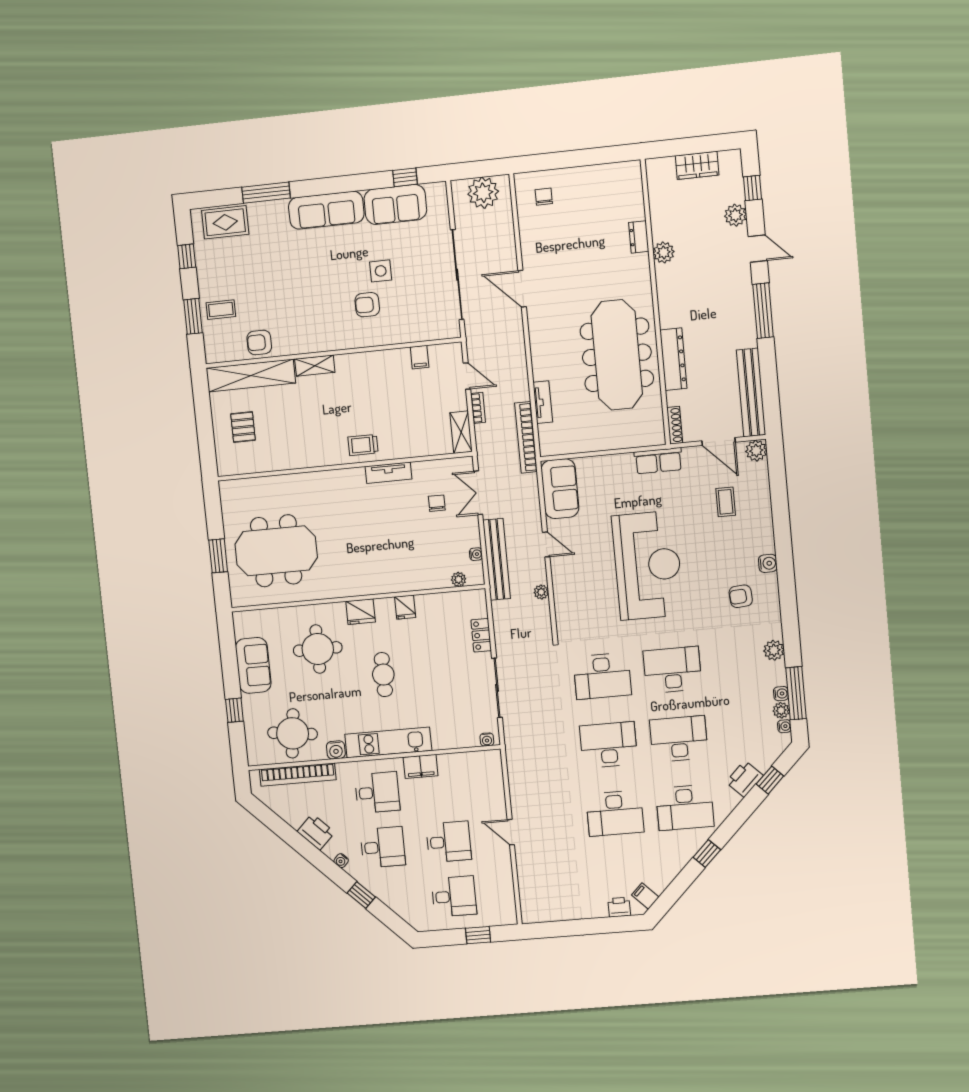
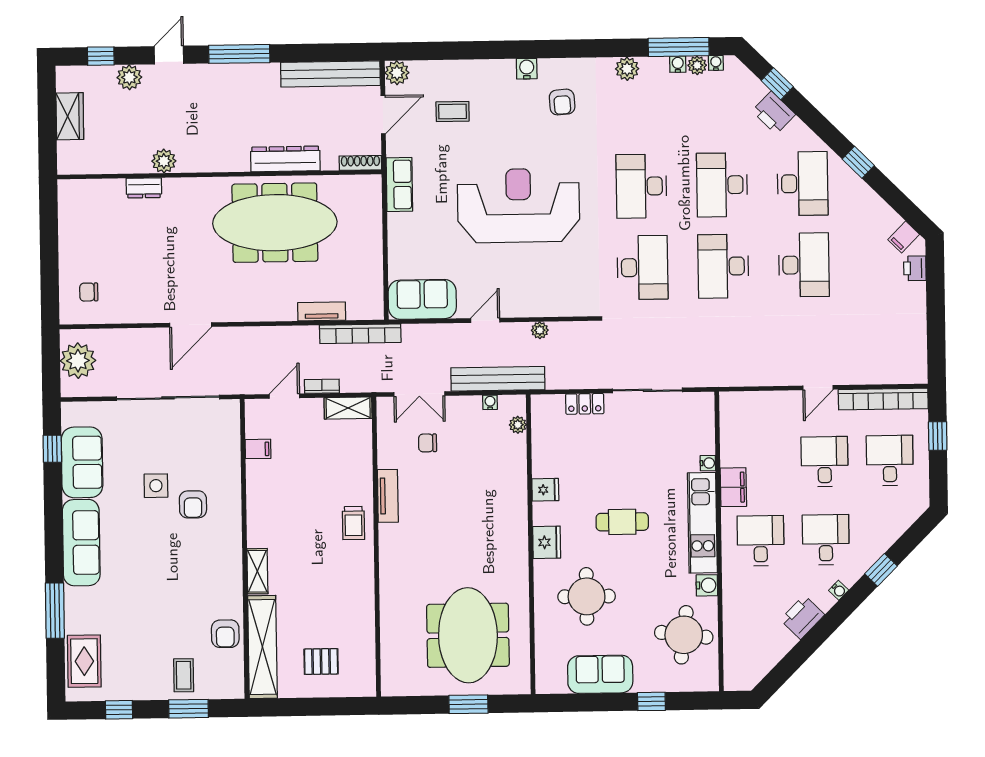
water cooler: (487, 739) -> (708, 463), moved
bookcase: (298, 775) -> (883, 399), moved, turned 90

